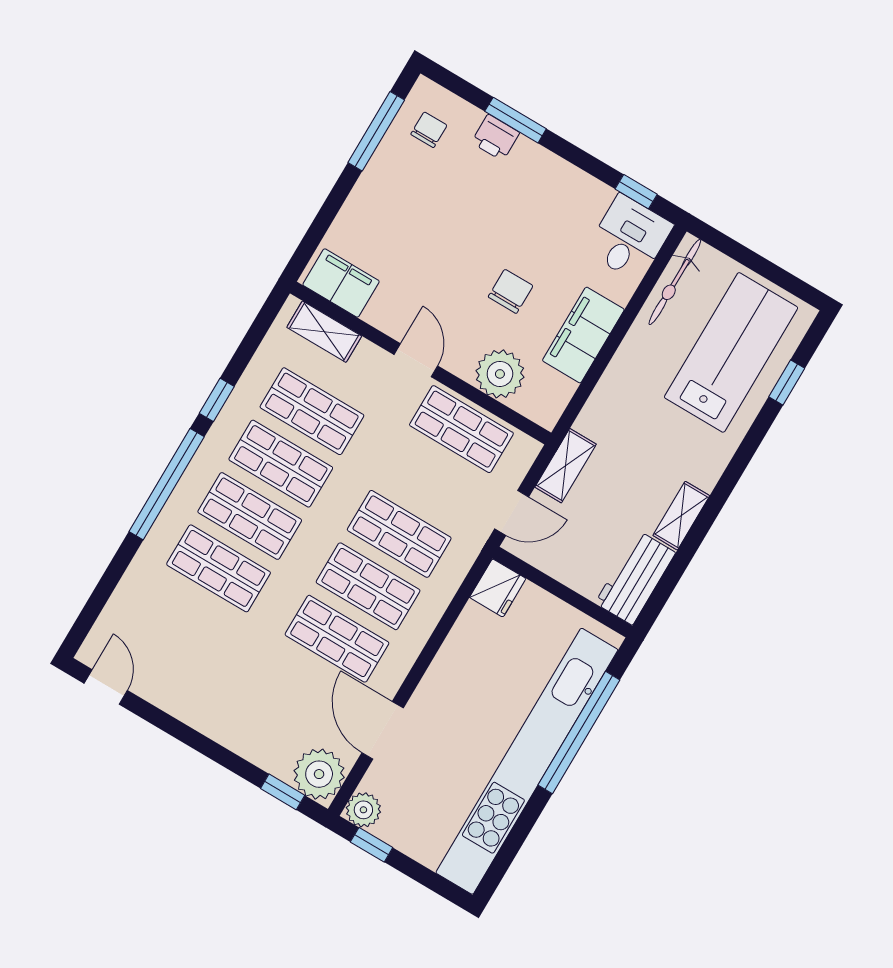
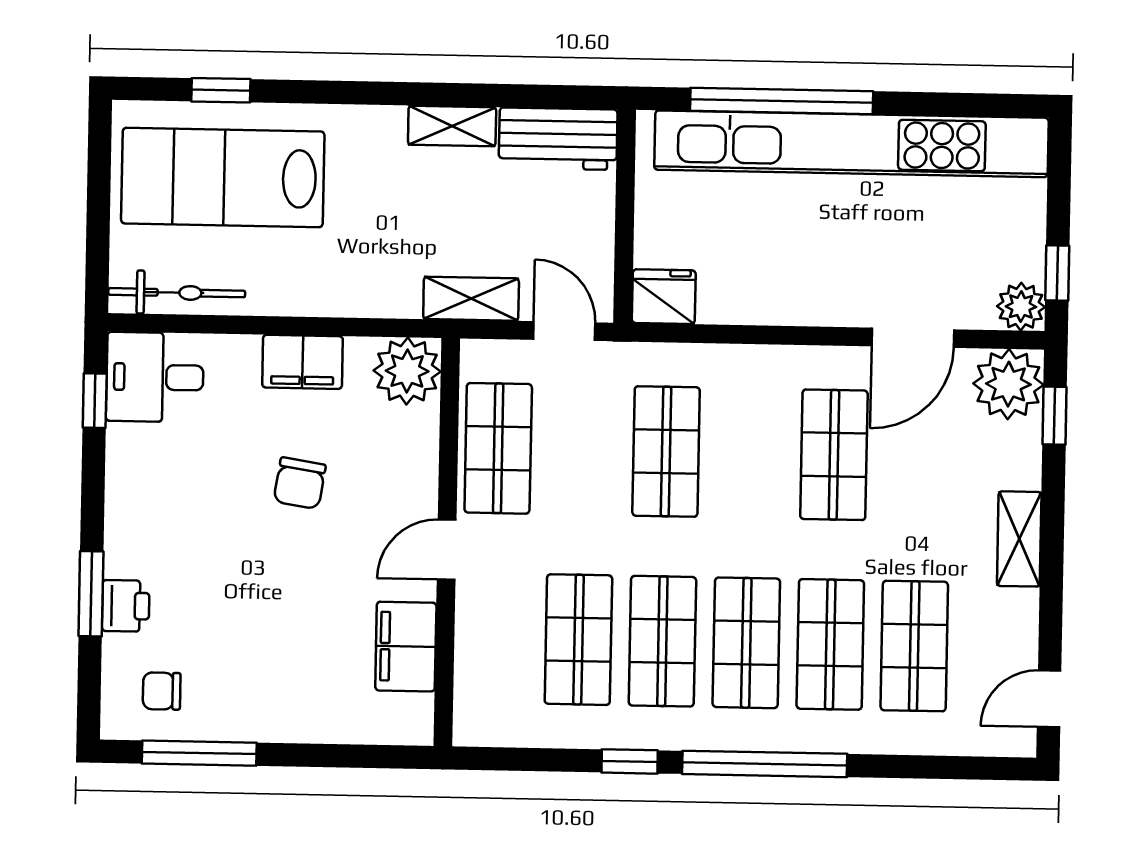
filing cabinet: (341, 283) -> (406, 647), moved
chair: (511, 291) -> (300, 483), turned -81
shelving: (324, 332) -> (1019, 539), moved
filing cabinet: (583, 335) -> (302, 362), width x0.67, depth x0.86
plant: (500, 374) -> (407, 371), moved
shop shelf: (368, 586) -> (914, 646), moved

